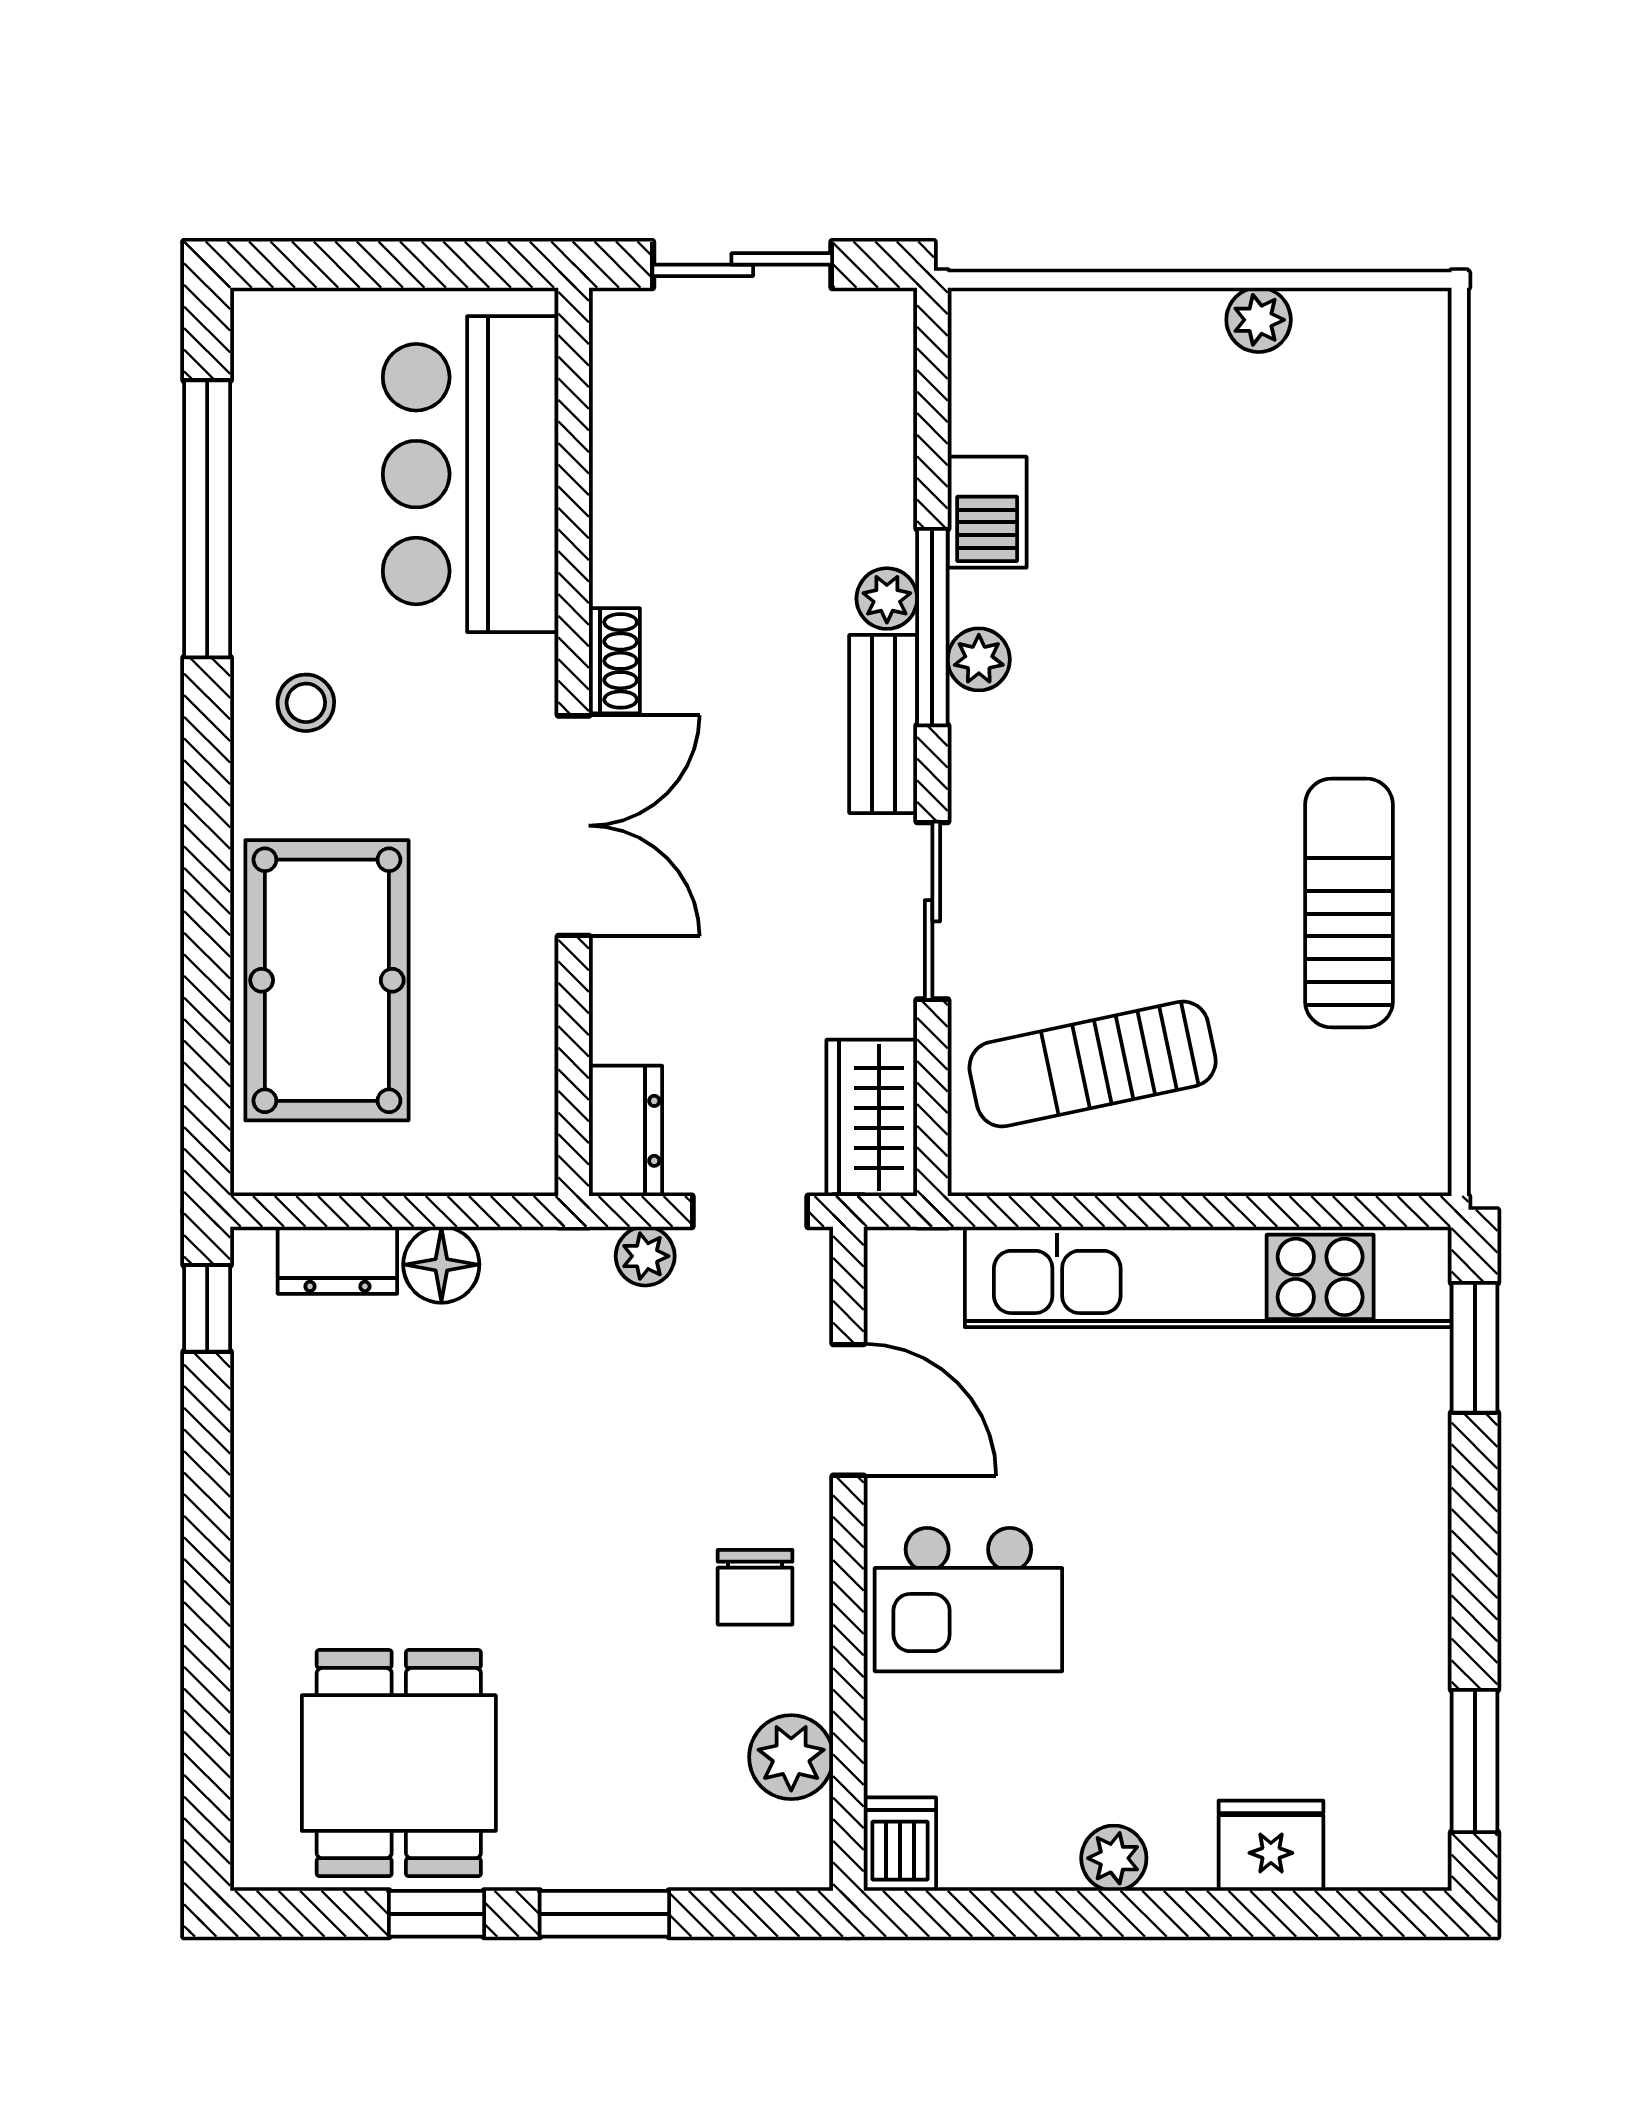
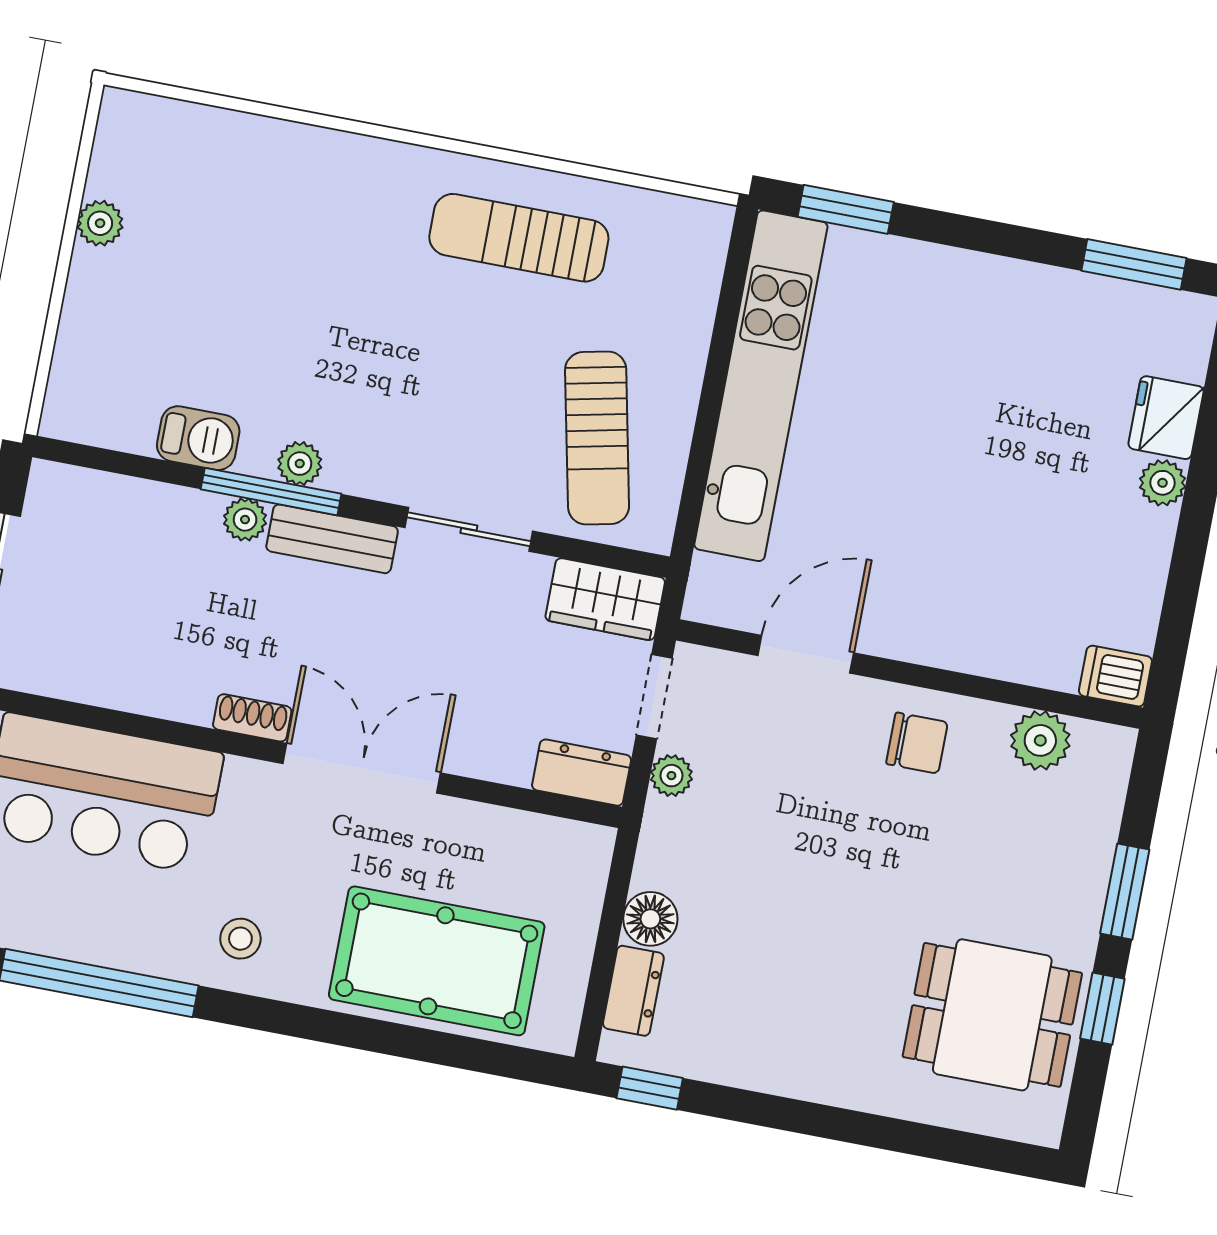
kitchen island: (968, 1600) -> (954, 596), removed
plant: (1114, 1858) -> (1163, 483), moved

